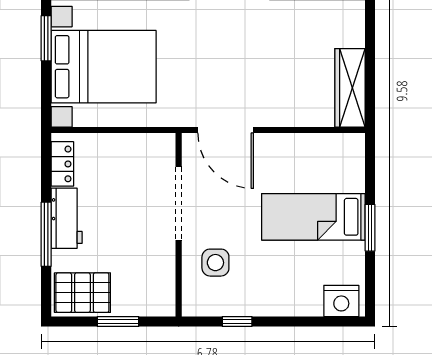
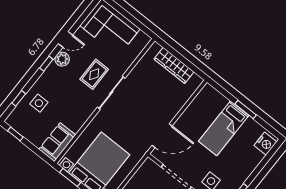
wardrobe: (350, 88) -> (174, 65), moved

